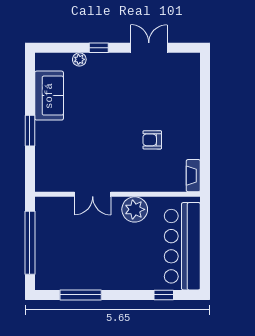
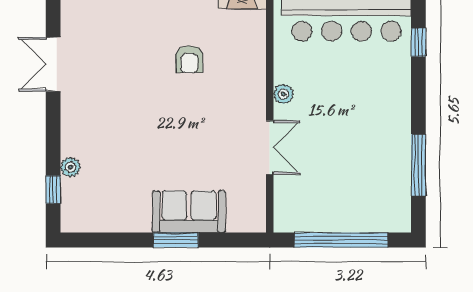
window: (99, 48) -> (53, 190), moved
sofa: (49, 96) -> (189, 212), moved
plant: (135, 209) -> (283, 94), width x0.53, depth x0.53

